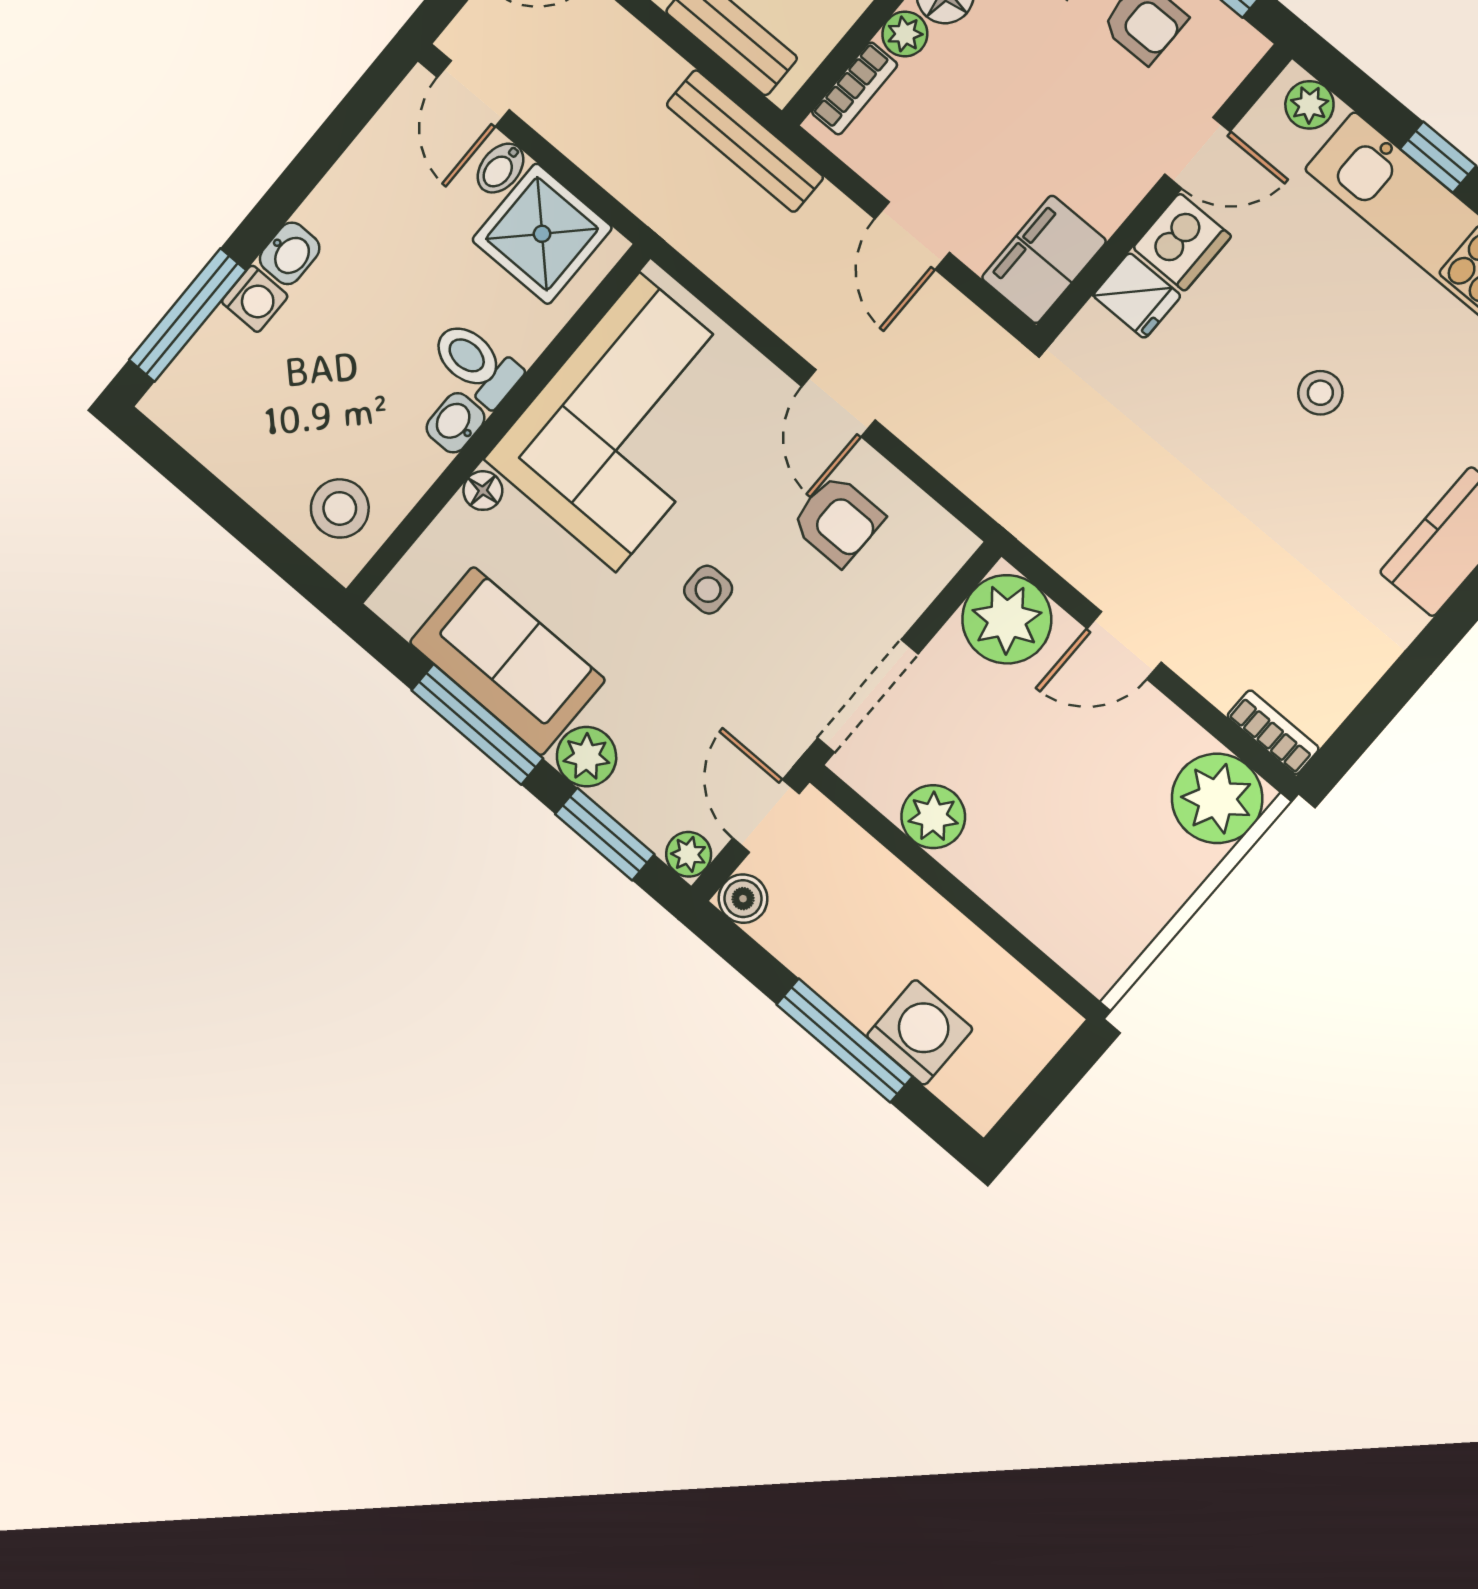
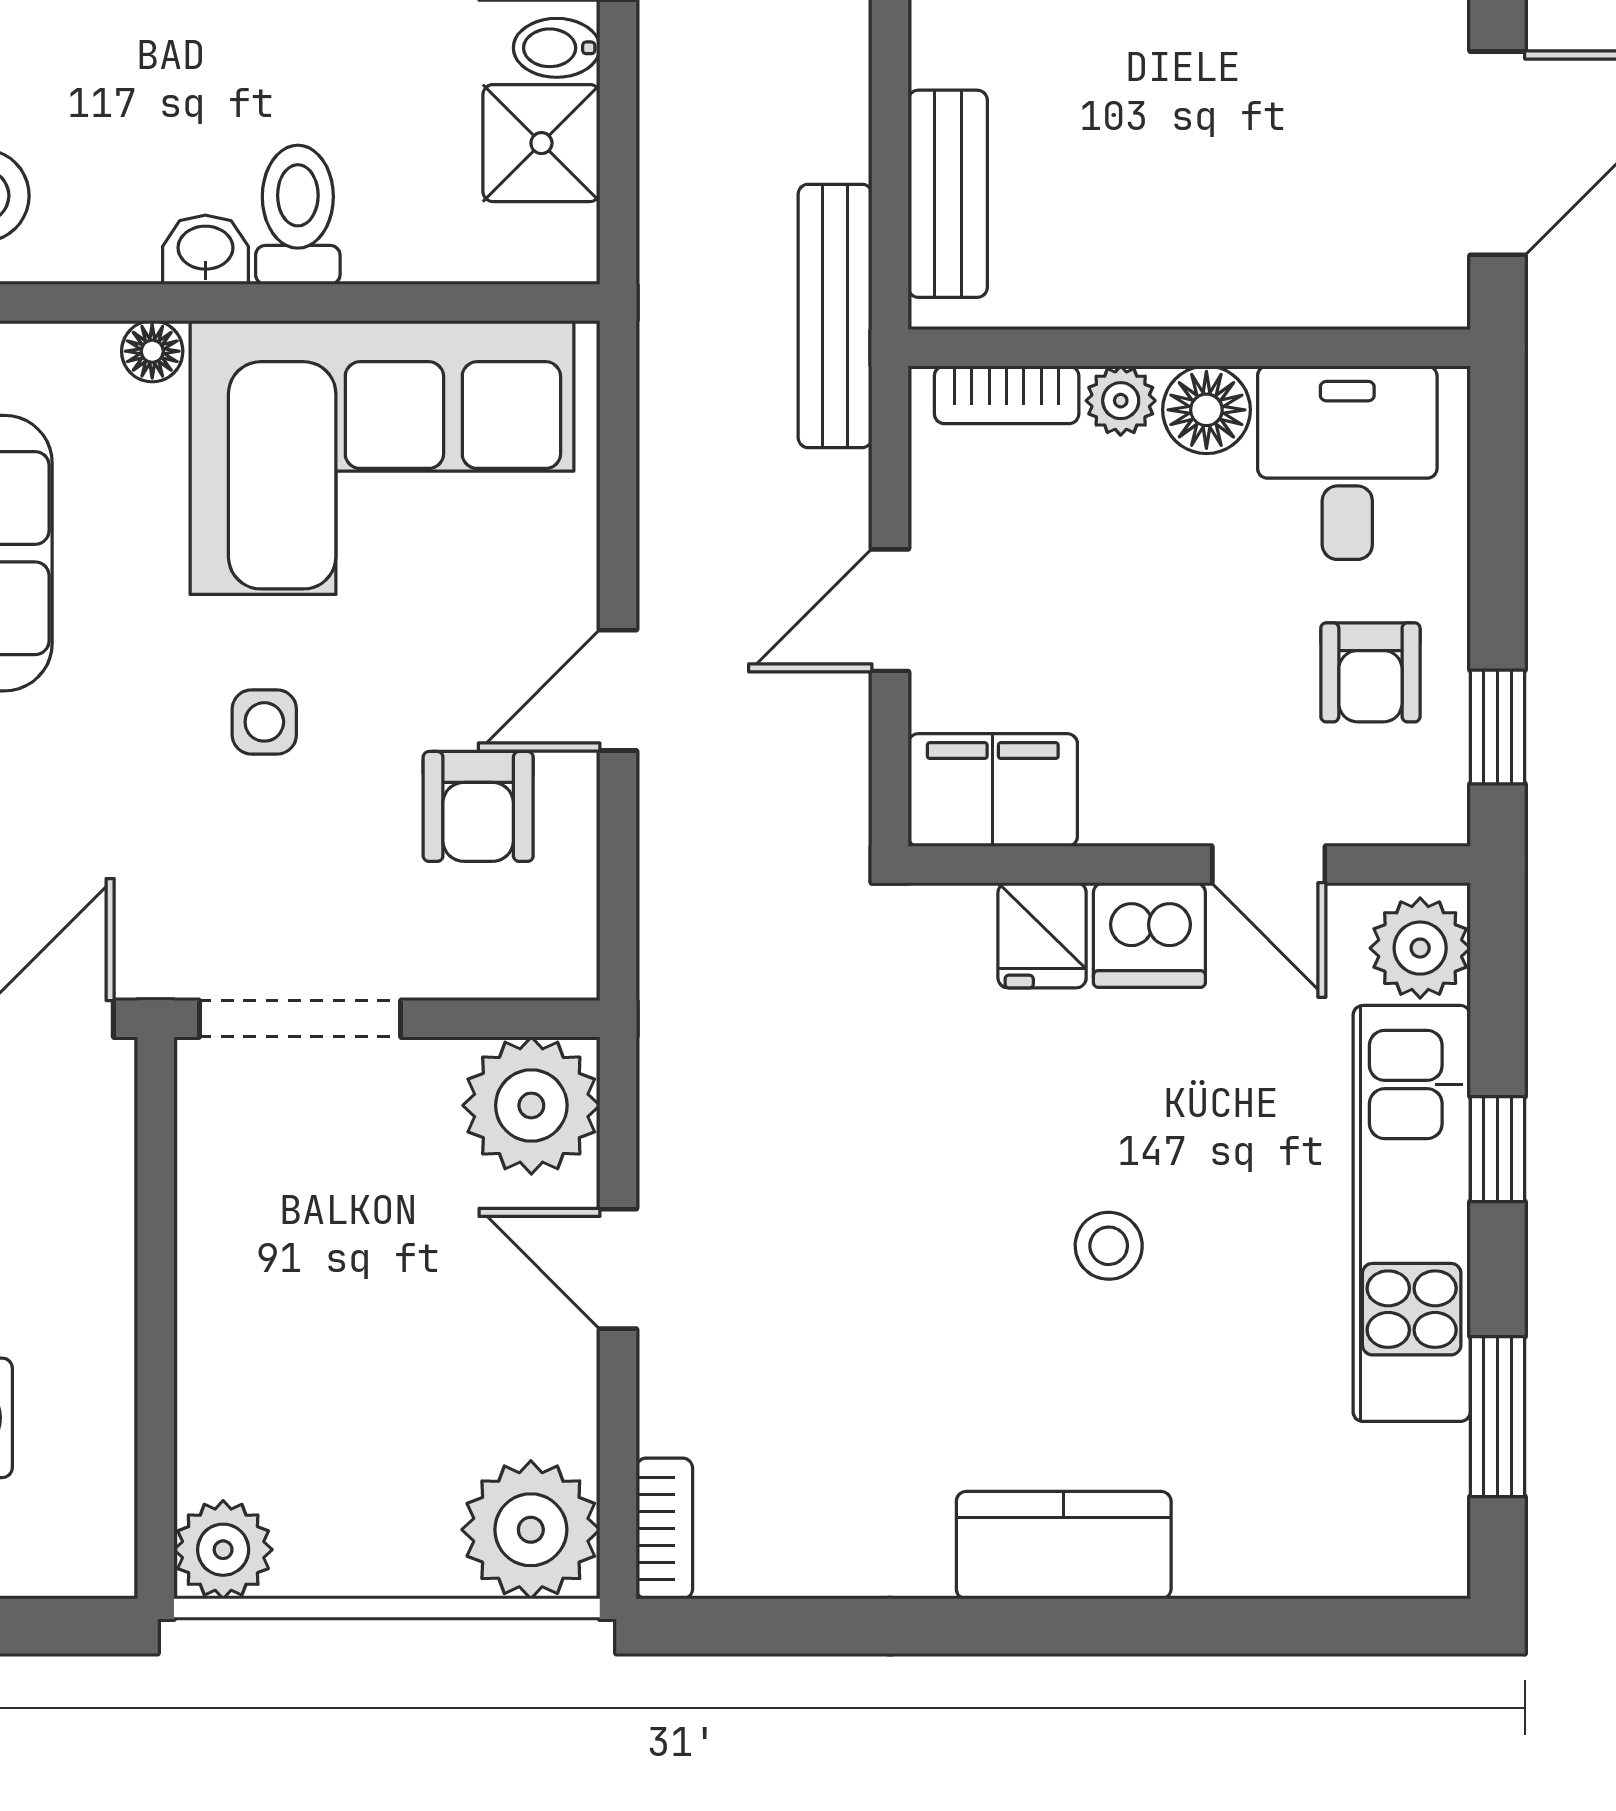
plant: (1309, 105) -> (1420, 948), width x1.38, depth x1.38
shower: (542, 234) -> (541, 143), width x0.73, depth x0.73
plant: (933, 817) -> (223, 1550), moved

